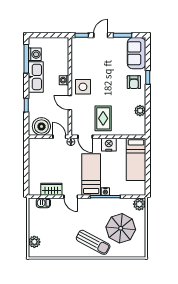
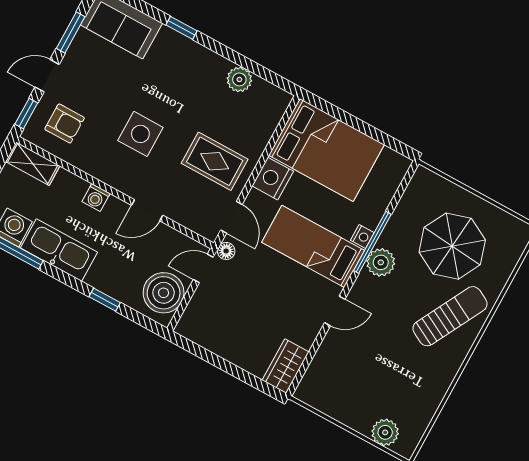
door: (101, 35) -> (47, 76), hinge flipped
shelving: (64, 48) -> (33, 164), added
armchair: (134, 82) -> (65, 124), moved
side table: (83, 87) -> (140, 134), moved
door: (85, 137) -> (231, 217), hinge flipped
bed: (136, 159) -> (327, 150), width x1.50
wardrobe: (51, 189) -> (286, 366), moved
barbecue: (43, 203) -> (317, 372), removed
plant: (139, 204) -> (381, 262), moved

